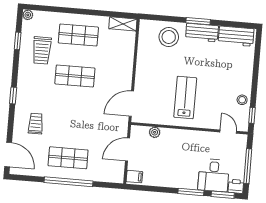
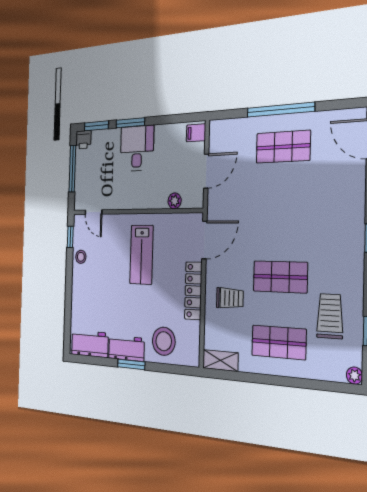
locker: (142, 70) -> (193, 291), added
trolley: (36, 124) -> (230, 298), moved, turned -90
desk: (214, 175) -> (137, 148), moved

